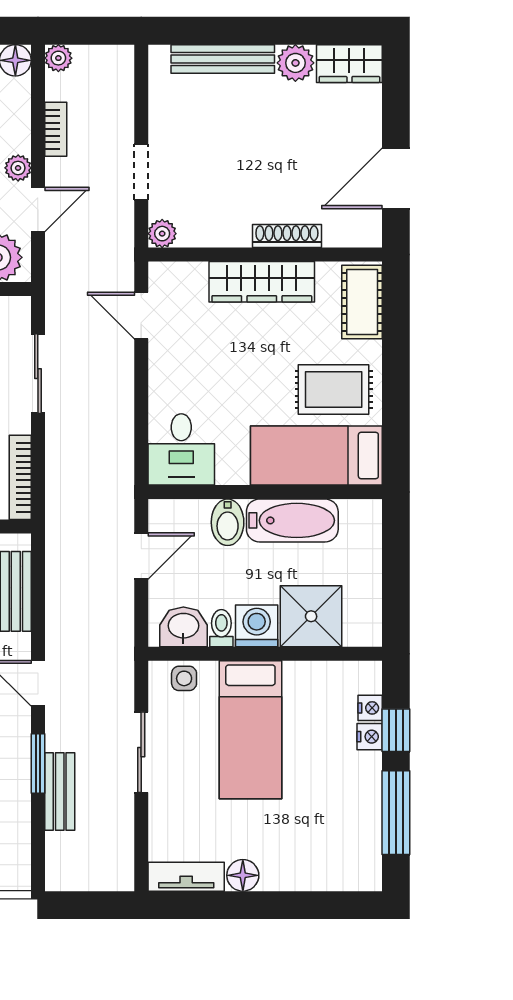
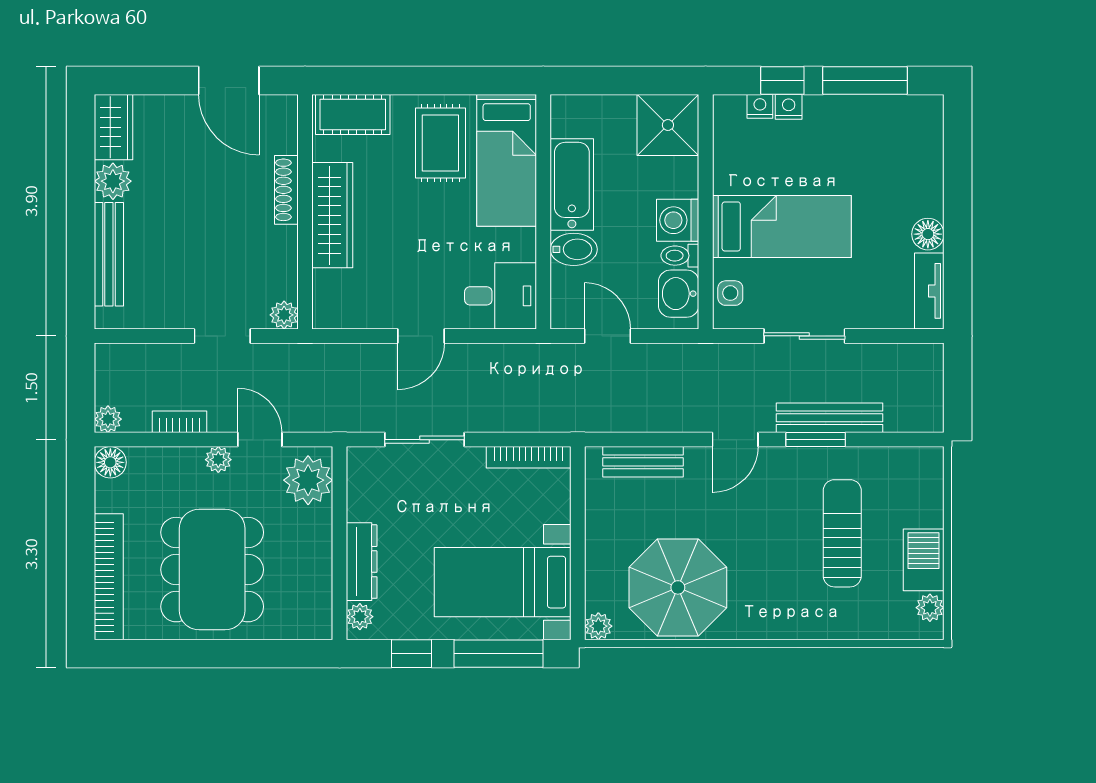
door: (141, 316) -> (421, 336), moved
shower: (311, 616) -> (668, 125), moved
bench: (60, 791) -> (829, 418), width x1.36

